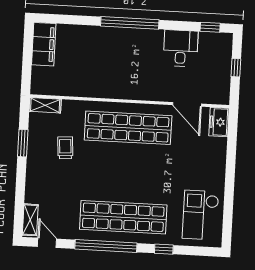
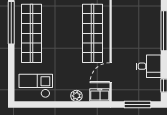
window: (236, 68) -> (137, 105), width x2.17
plant: (218, 156) -> (76, 96), added
window: (164, 249) -> (11, 62), removed

